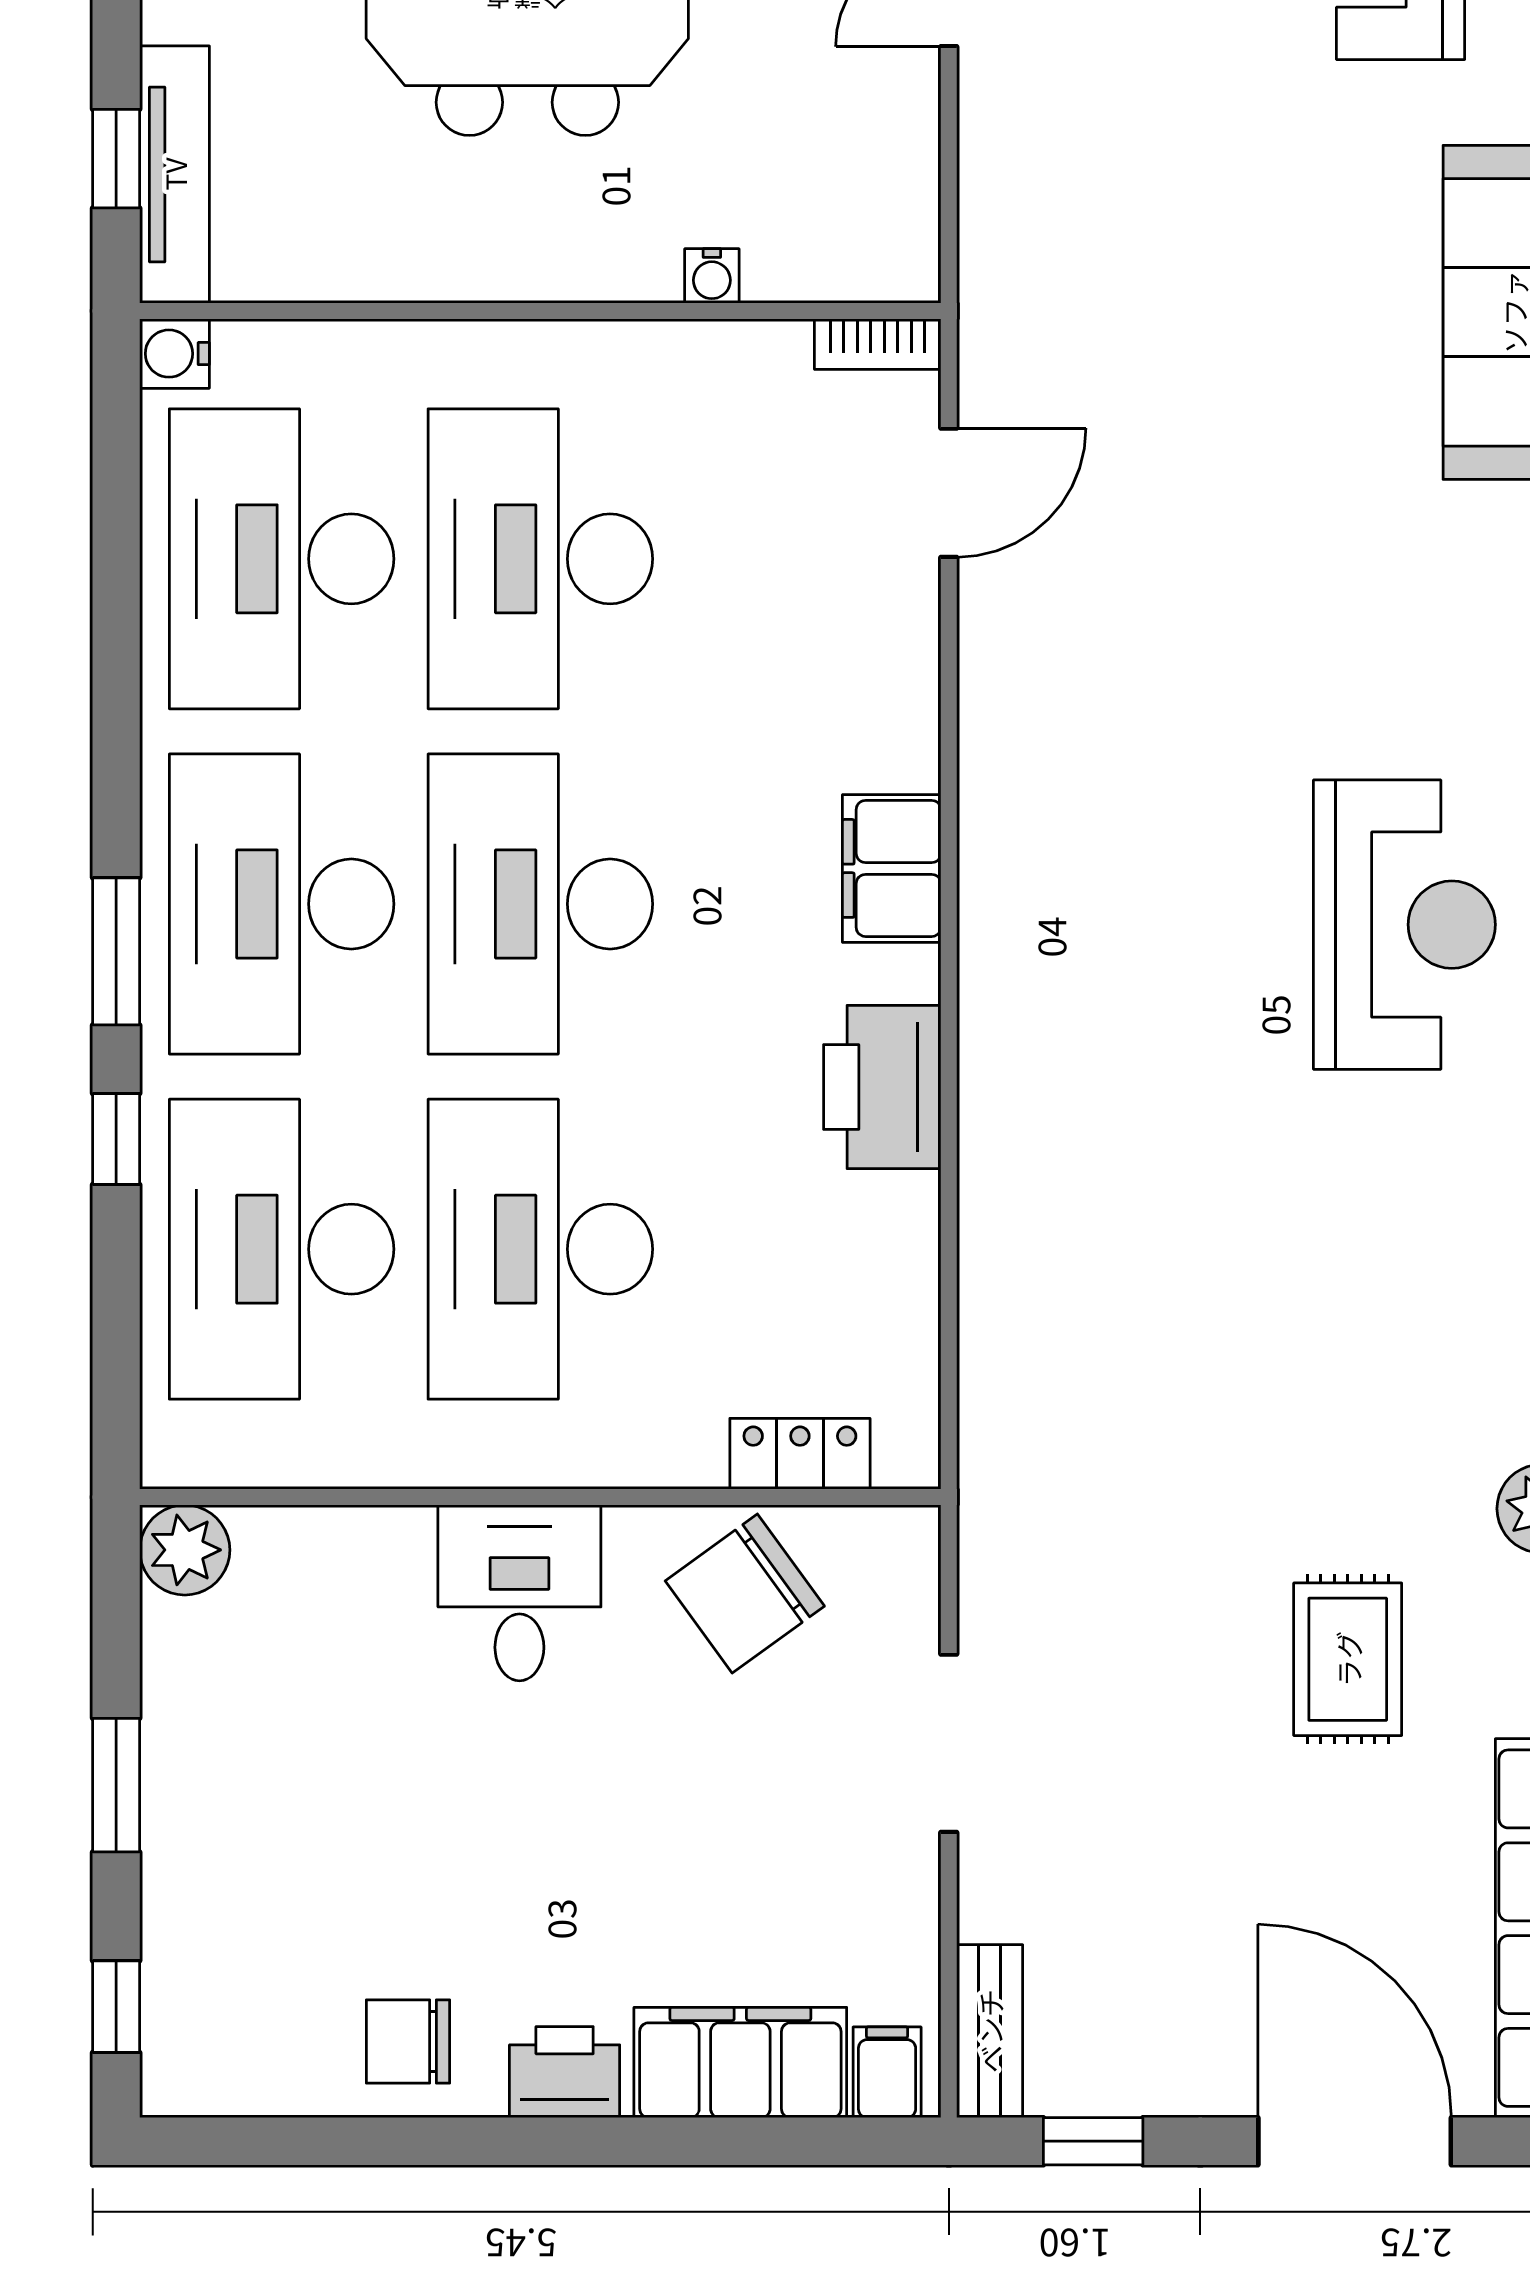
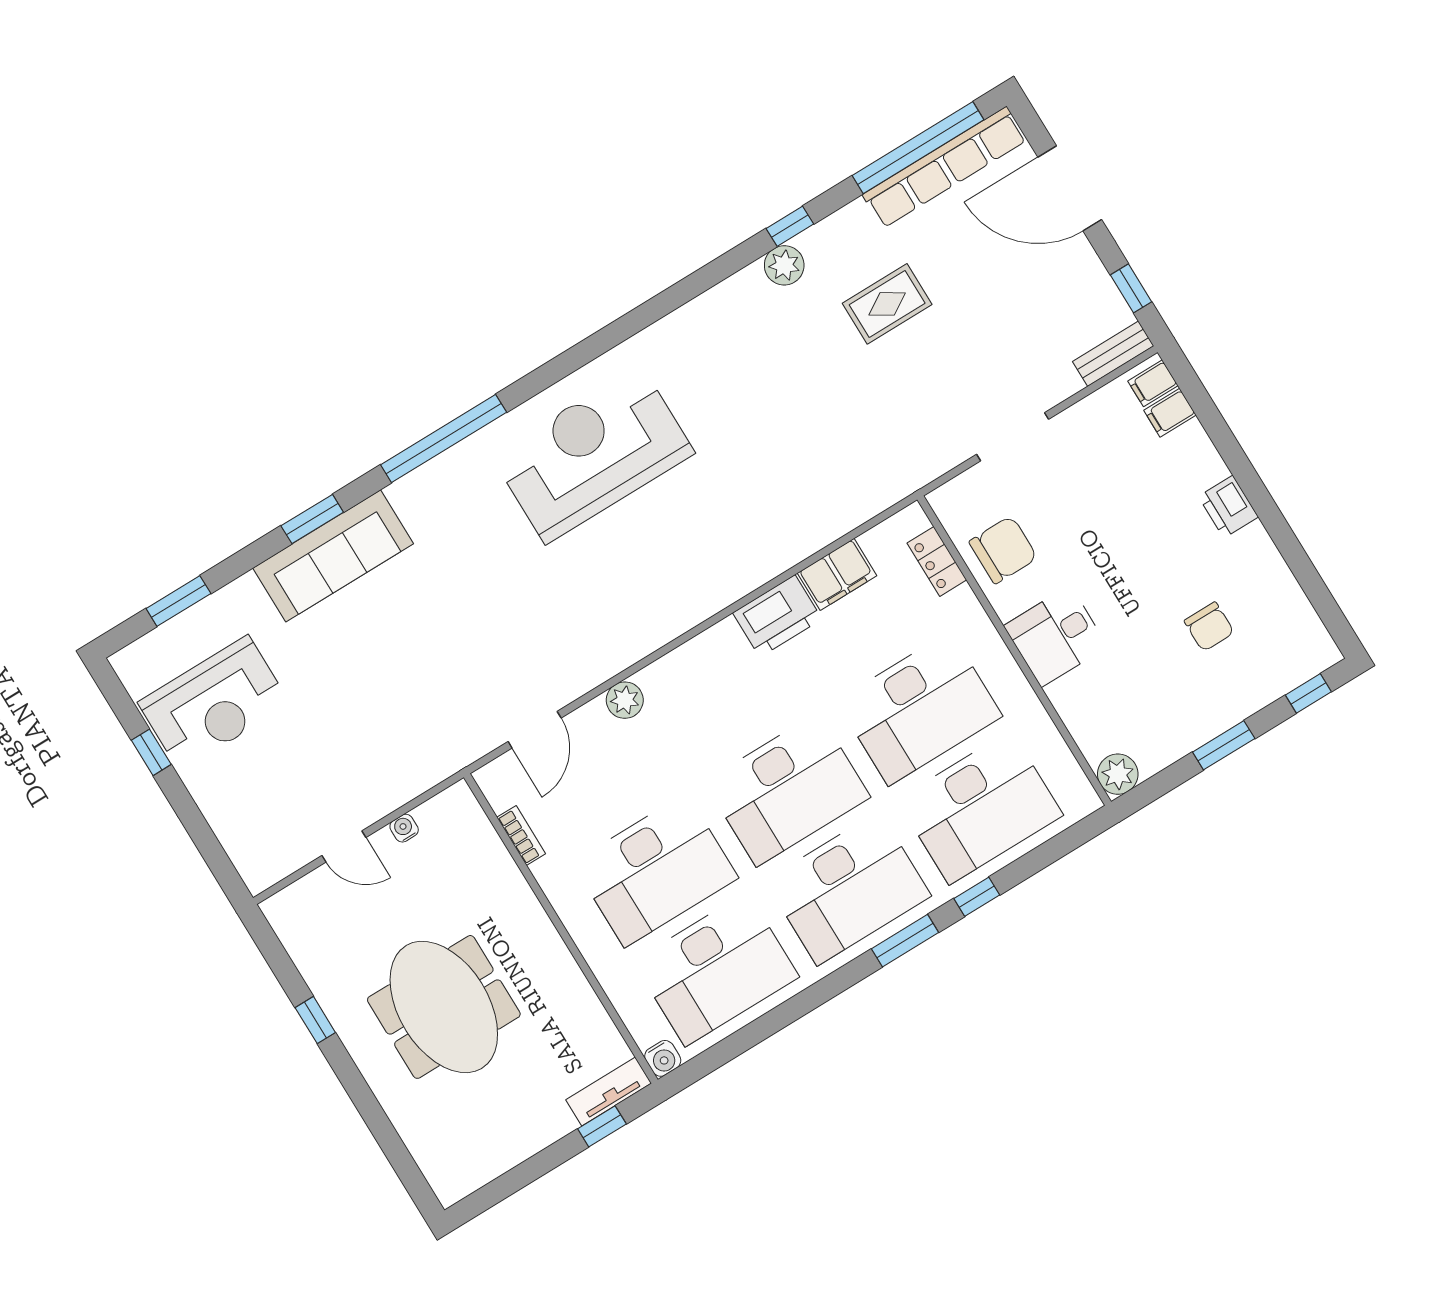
tv unit: (175, 174) -> (609, 1092), width x0.71
water cooler: (712, 276) -> (404, 828), moved, turned -90
bookcase: (878, 344) -> (521, 836), moved
door: (949, 493) -> (535, 730), swing flipped
plant: (900, 699) -> (625, 700), added
filing cabinet: (892, 868) -> (837, 574), moved
reception desk: (1404, 925) -> (593, 454), width x1.36, depth x1.30
chair: (745, 1594) -> (1003, 550), turned -54
chair: (408, 2041) -> (1209, 627), moved
filing cabinet: (740, 2063) -> (1170, 413), width x0.33, depth x0.86
door: (1355, 2141) -> (1070, 188), hinge flipped

